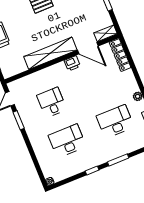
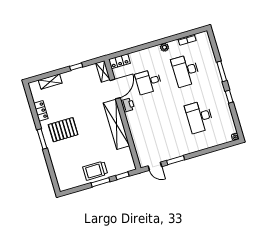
locker: (120, 55) -> (119, 61), width x0.66
desk: (52, 102) -> (149, 82), moved

